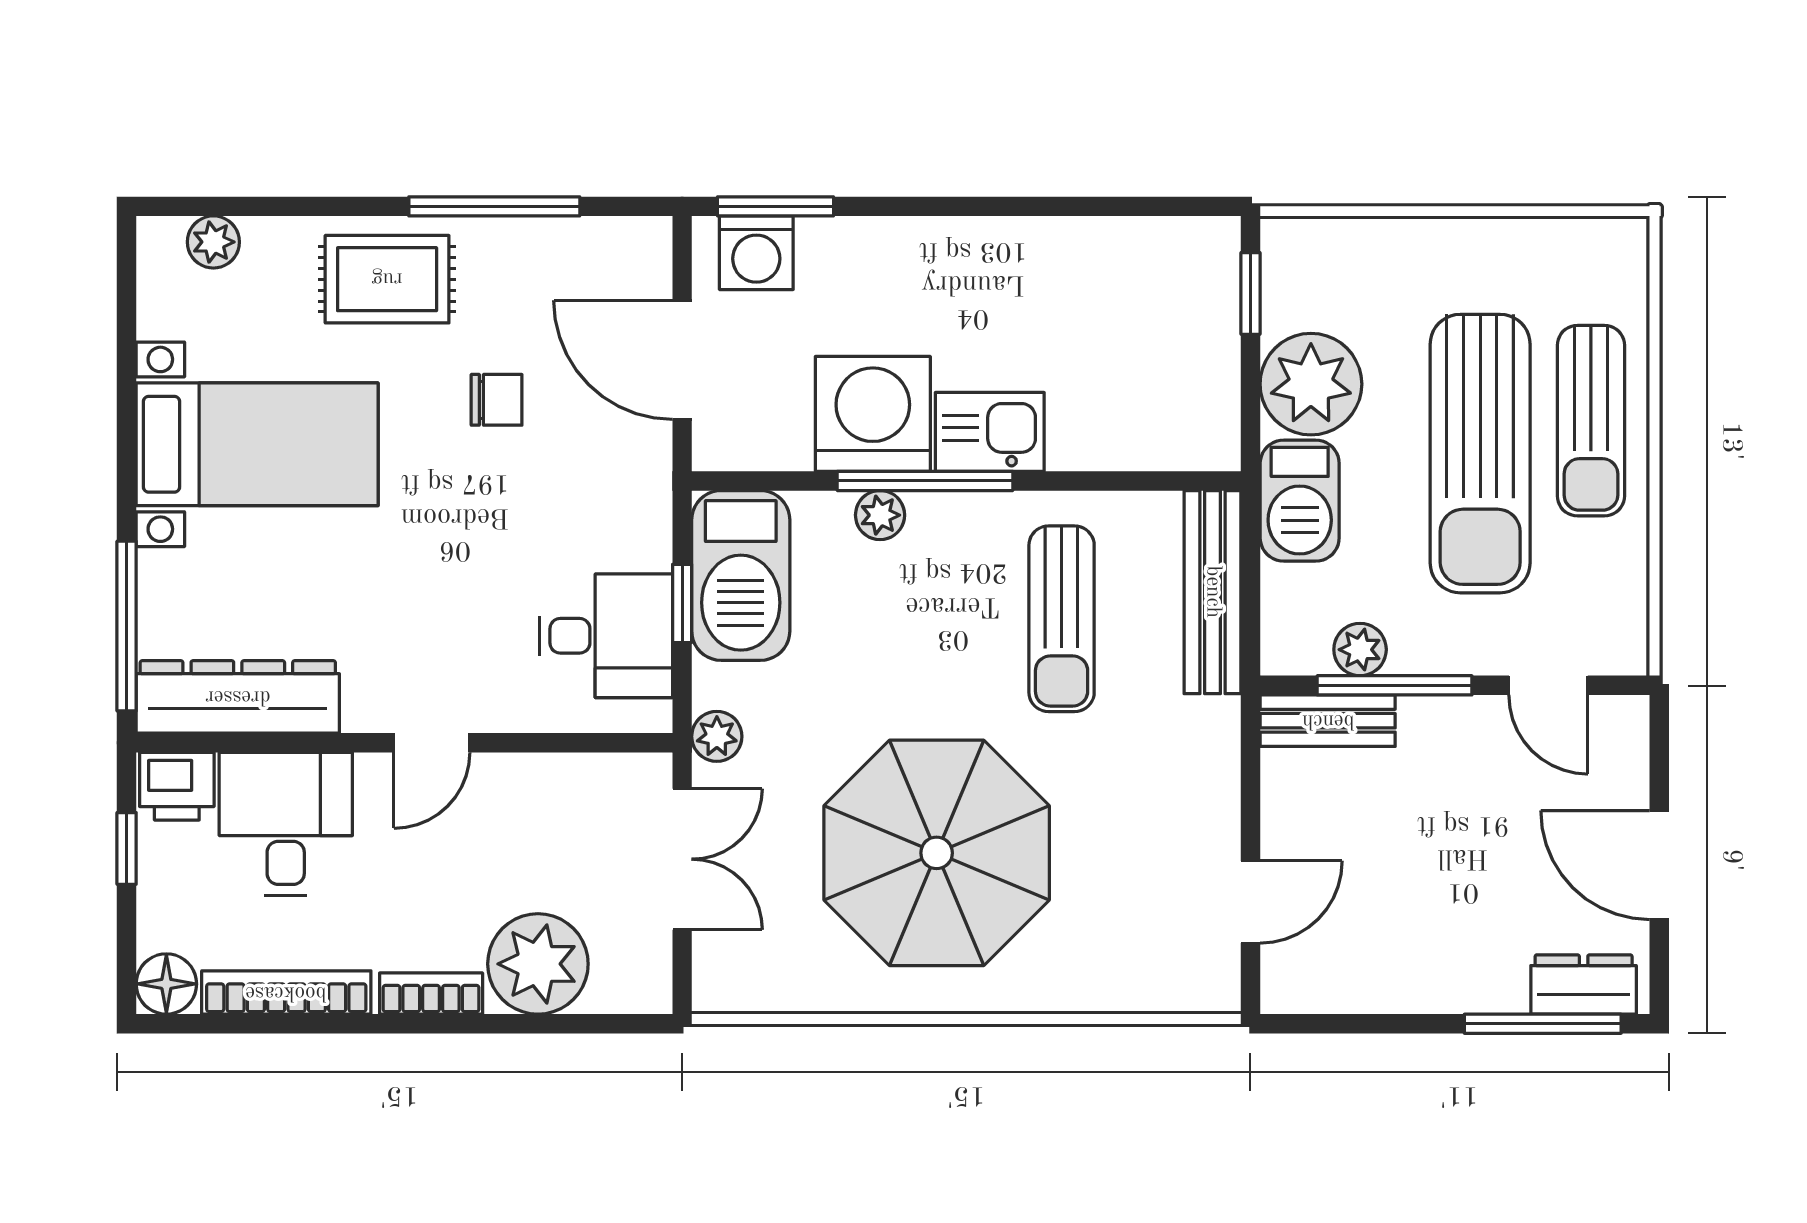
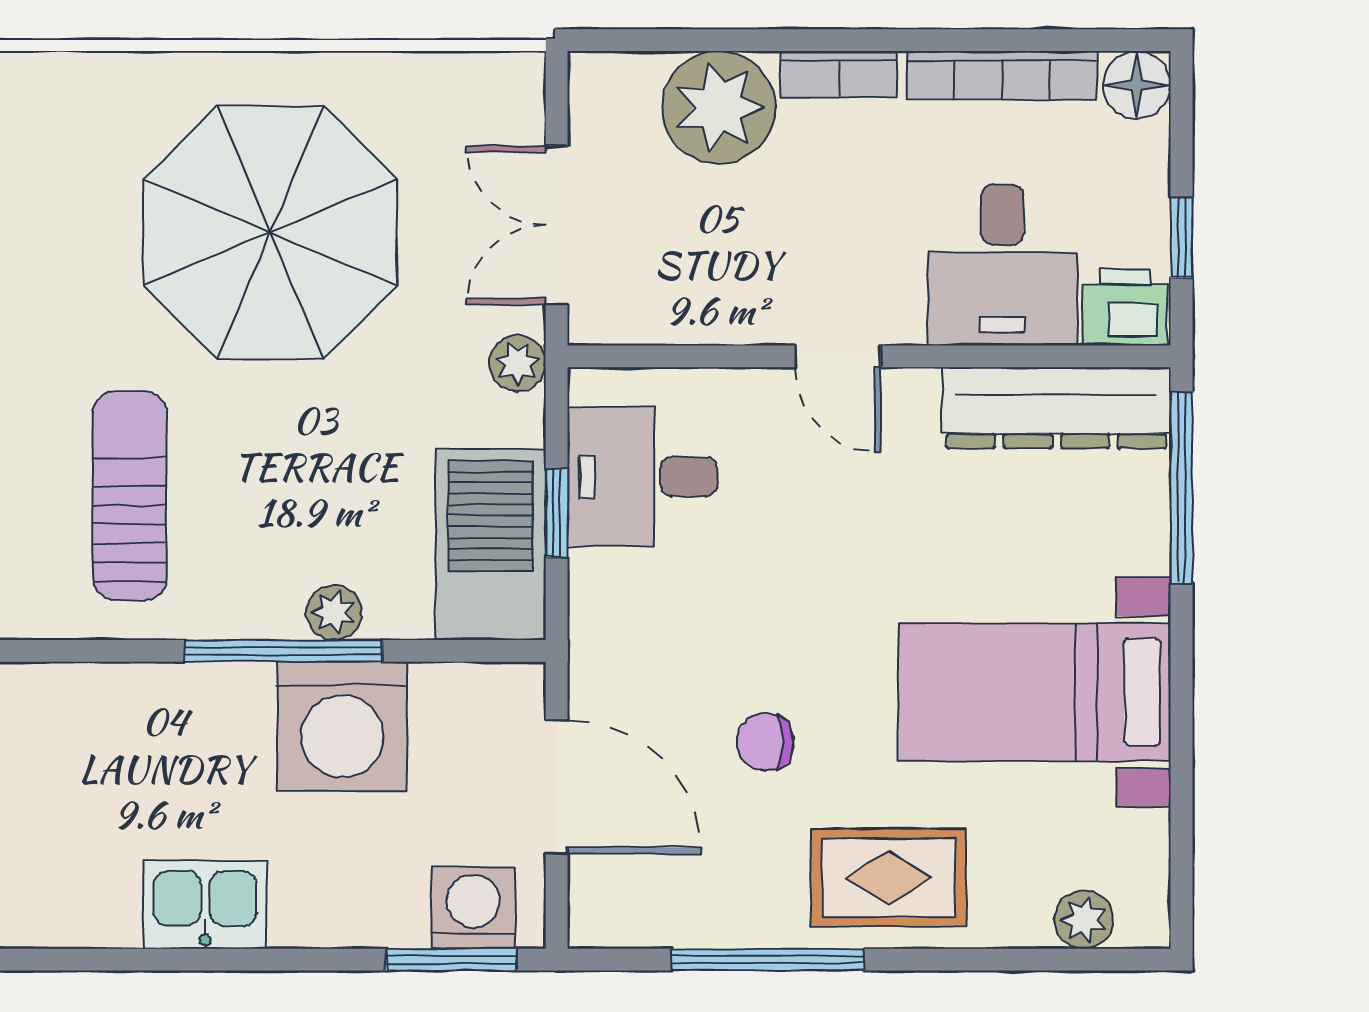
kitchen sink: (990, 432) -> (205, 905), moved, turned 180
door: (432, 743) -> (838, 356), swing flipped

